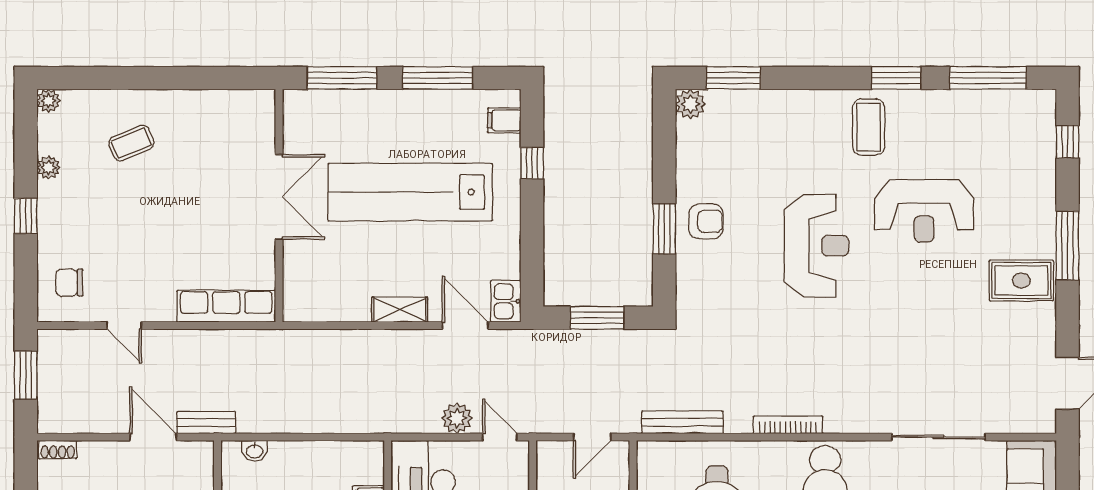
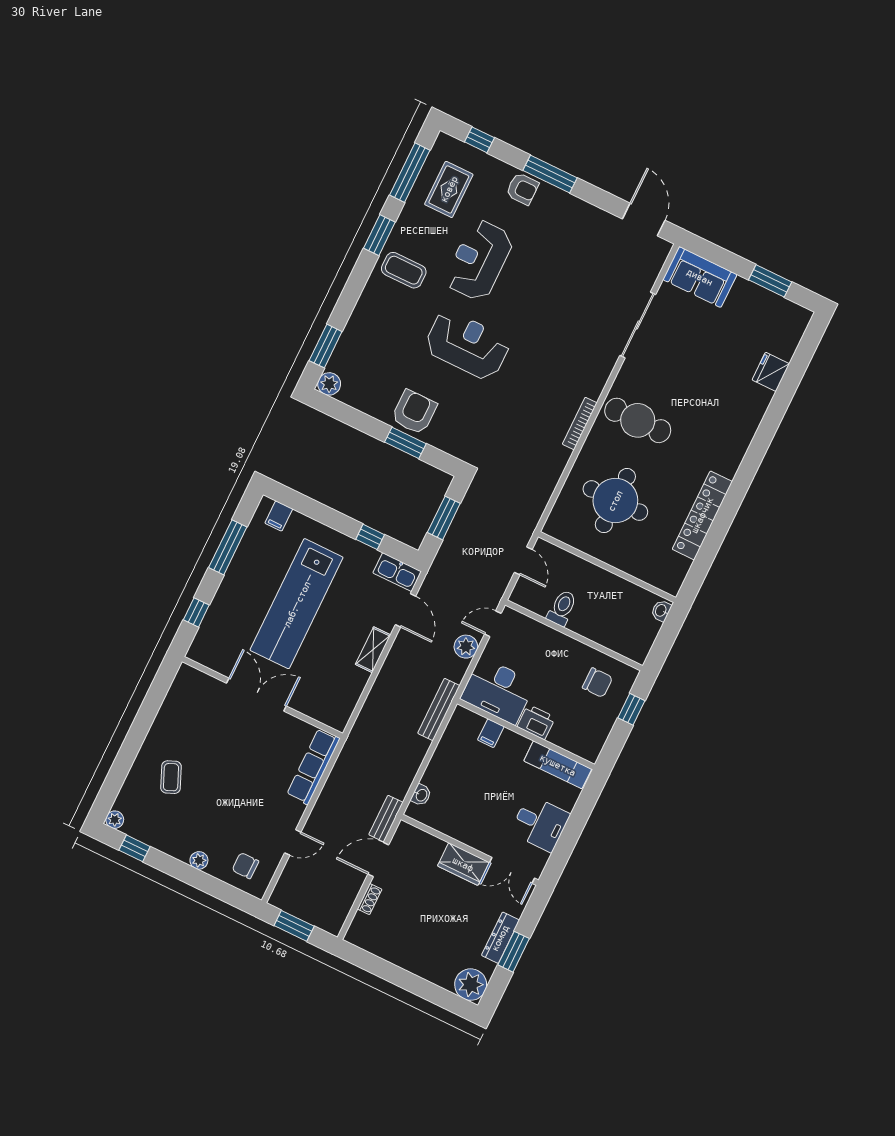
window: (342, 78) -> (196, 612), width x0.46
window: (532, 163) -> (370, 537), moved
plant: (49, 168) -> (199, 860), moved
reception desk: (924, 211) -> (479, 260), turned 180
window: (26, 216) -> (135, 848), moved
armchair: (706, 221) -> (414, 412), width x1.38, depth x1.38
armchair: (1034, 221) -> (522, 189), added
rug: (1021, 281) -> (449, 189), moved
chair: (69, 283) -> (245, 866), turned 90
kitchen sink: (506, 301) -> (397, 572), width x1.38
door: (465, 326) -> (405, 610), swing flipped
bench: (682, 422) -> (439, 709), moved
shoe rack: (58, 450) -> (370, 899), moved

